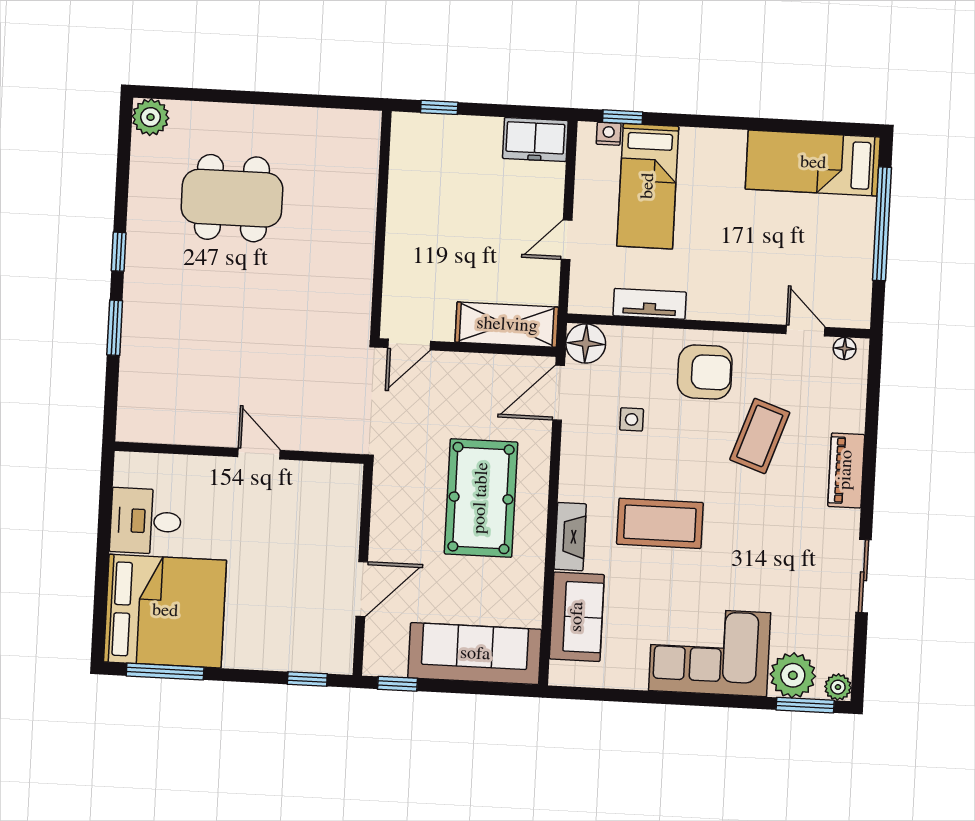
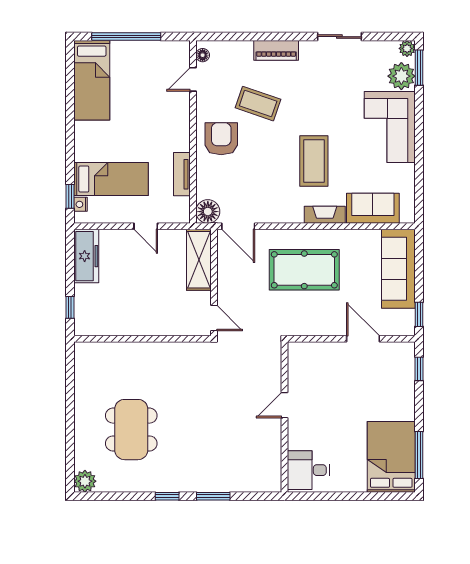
freezer: (535, 139) -> (86, 256), width x1.40
side table: (632, 419) -> (252, 181), removed
desk: (146, 521) -> (308, 470), moved, turned 90
bed: (165, 611) -> (391, 457), width x0.73

